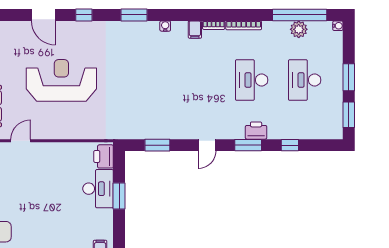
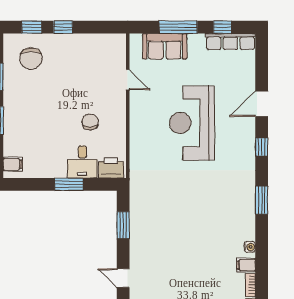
water cooler: (165, 26) -> (250, 247), moved
reception desk: (61, 80) -> (192, 123), turned 180
chair: (60, 176) -> (90, 122), added
desk: (98, 189) -> (82, 162), width x0.73

